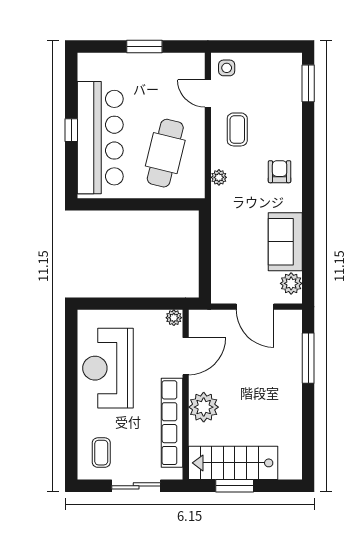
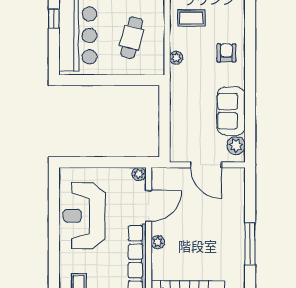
coffee table: (237, 129) -> (191, 18), turned 90
cafe table: (165, 153) -> (132, 38), width x0.73, depth x0.74
window: (308, 358) -> (250, 244), moved
plant: (204, 407) -> (158, 242), width x0.53, depth x0.53

